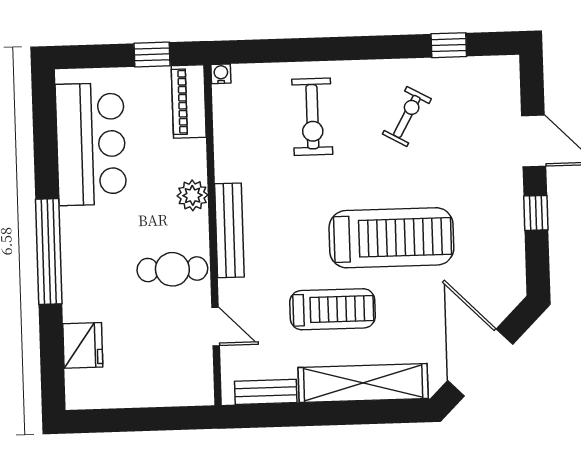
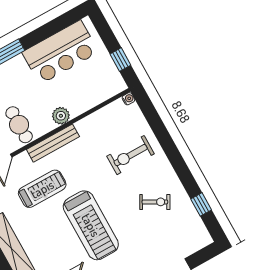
piano: (189, 102) -> (106, 90), removed
treadmill: (333, 309) -> (42, 189), moved, turned -90

